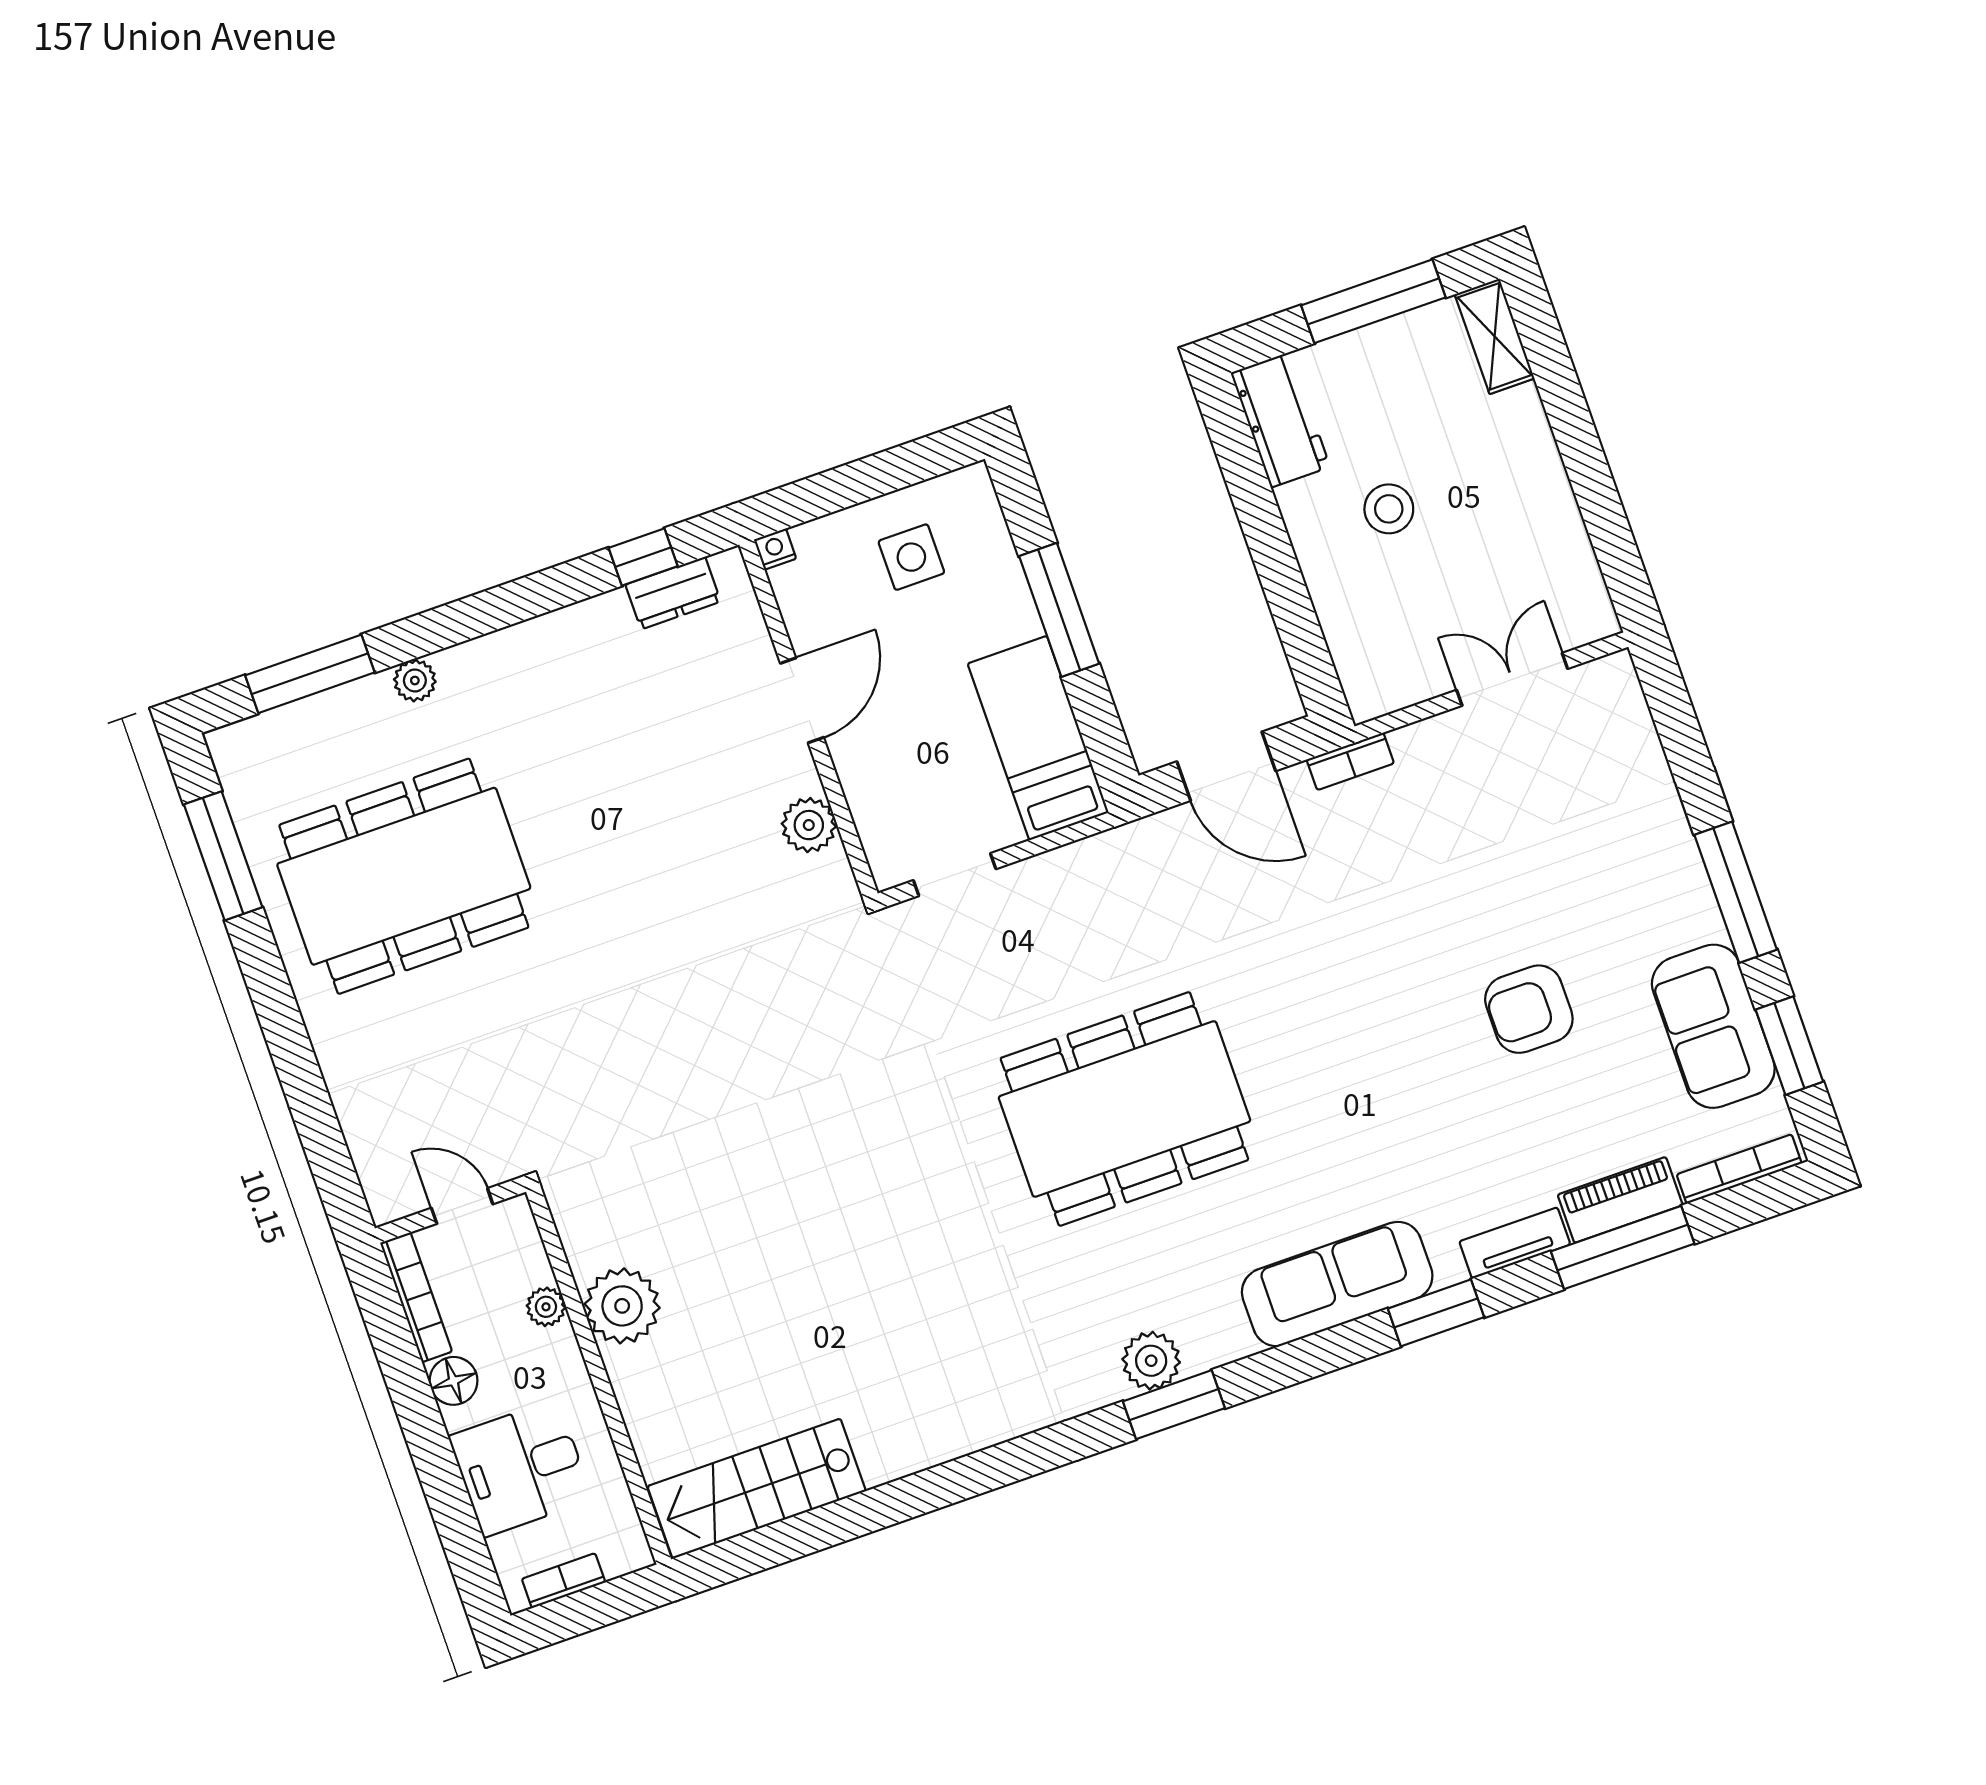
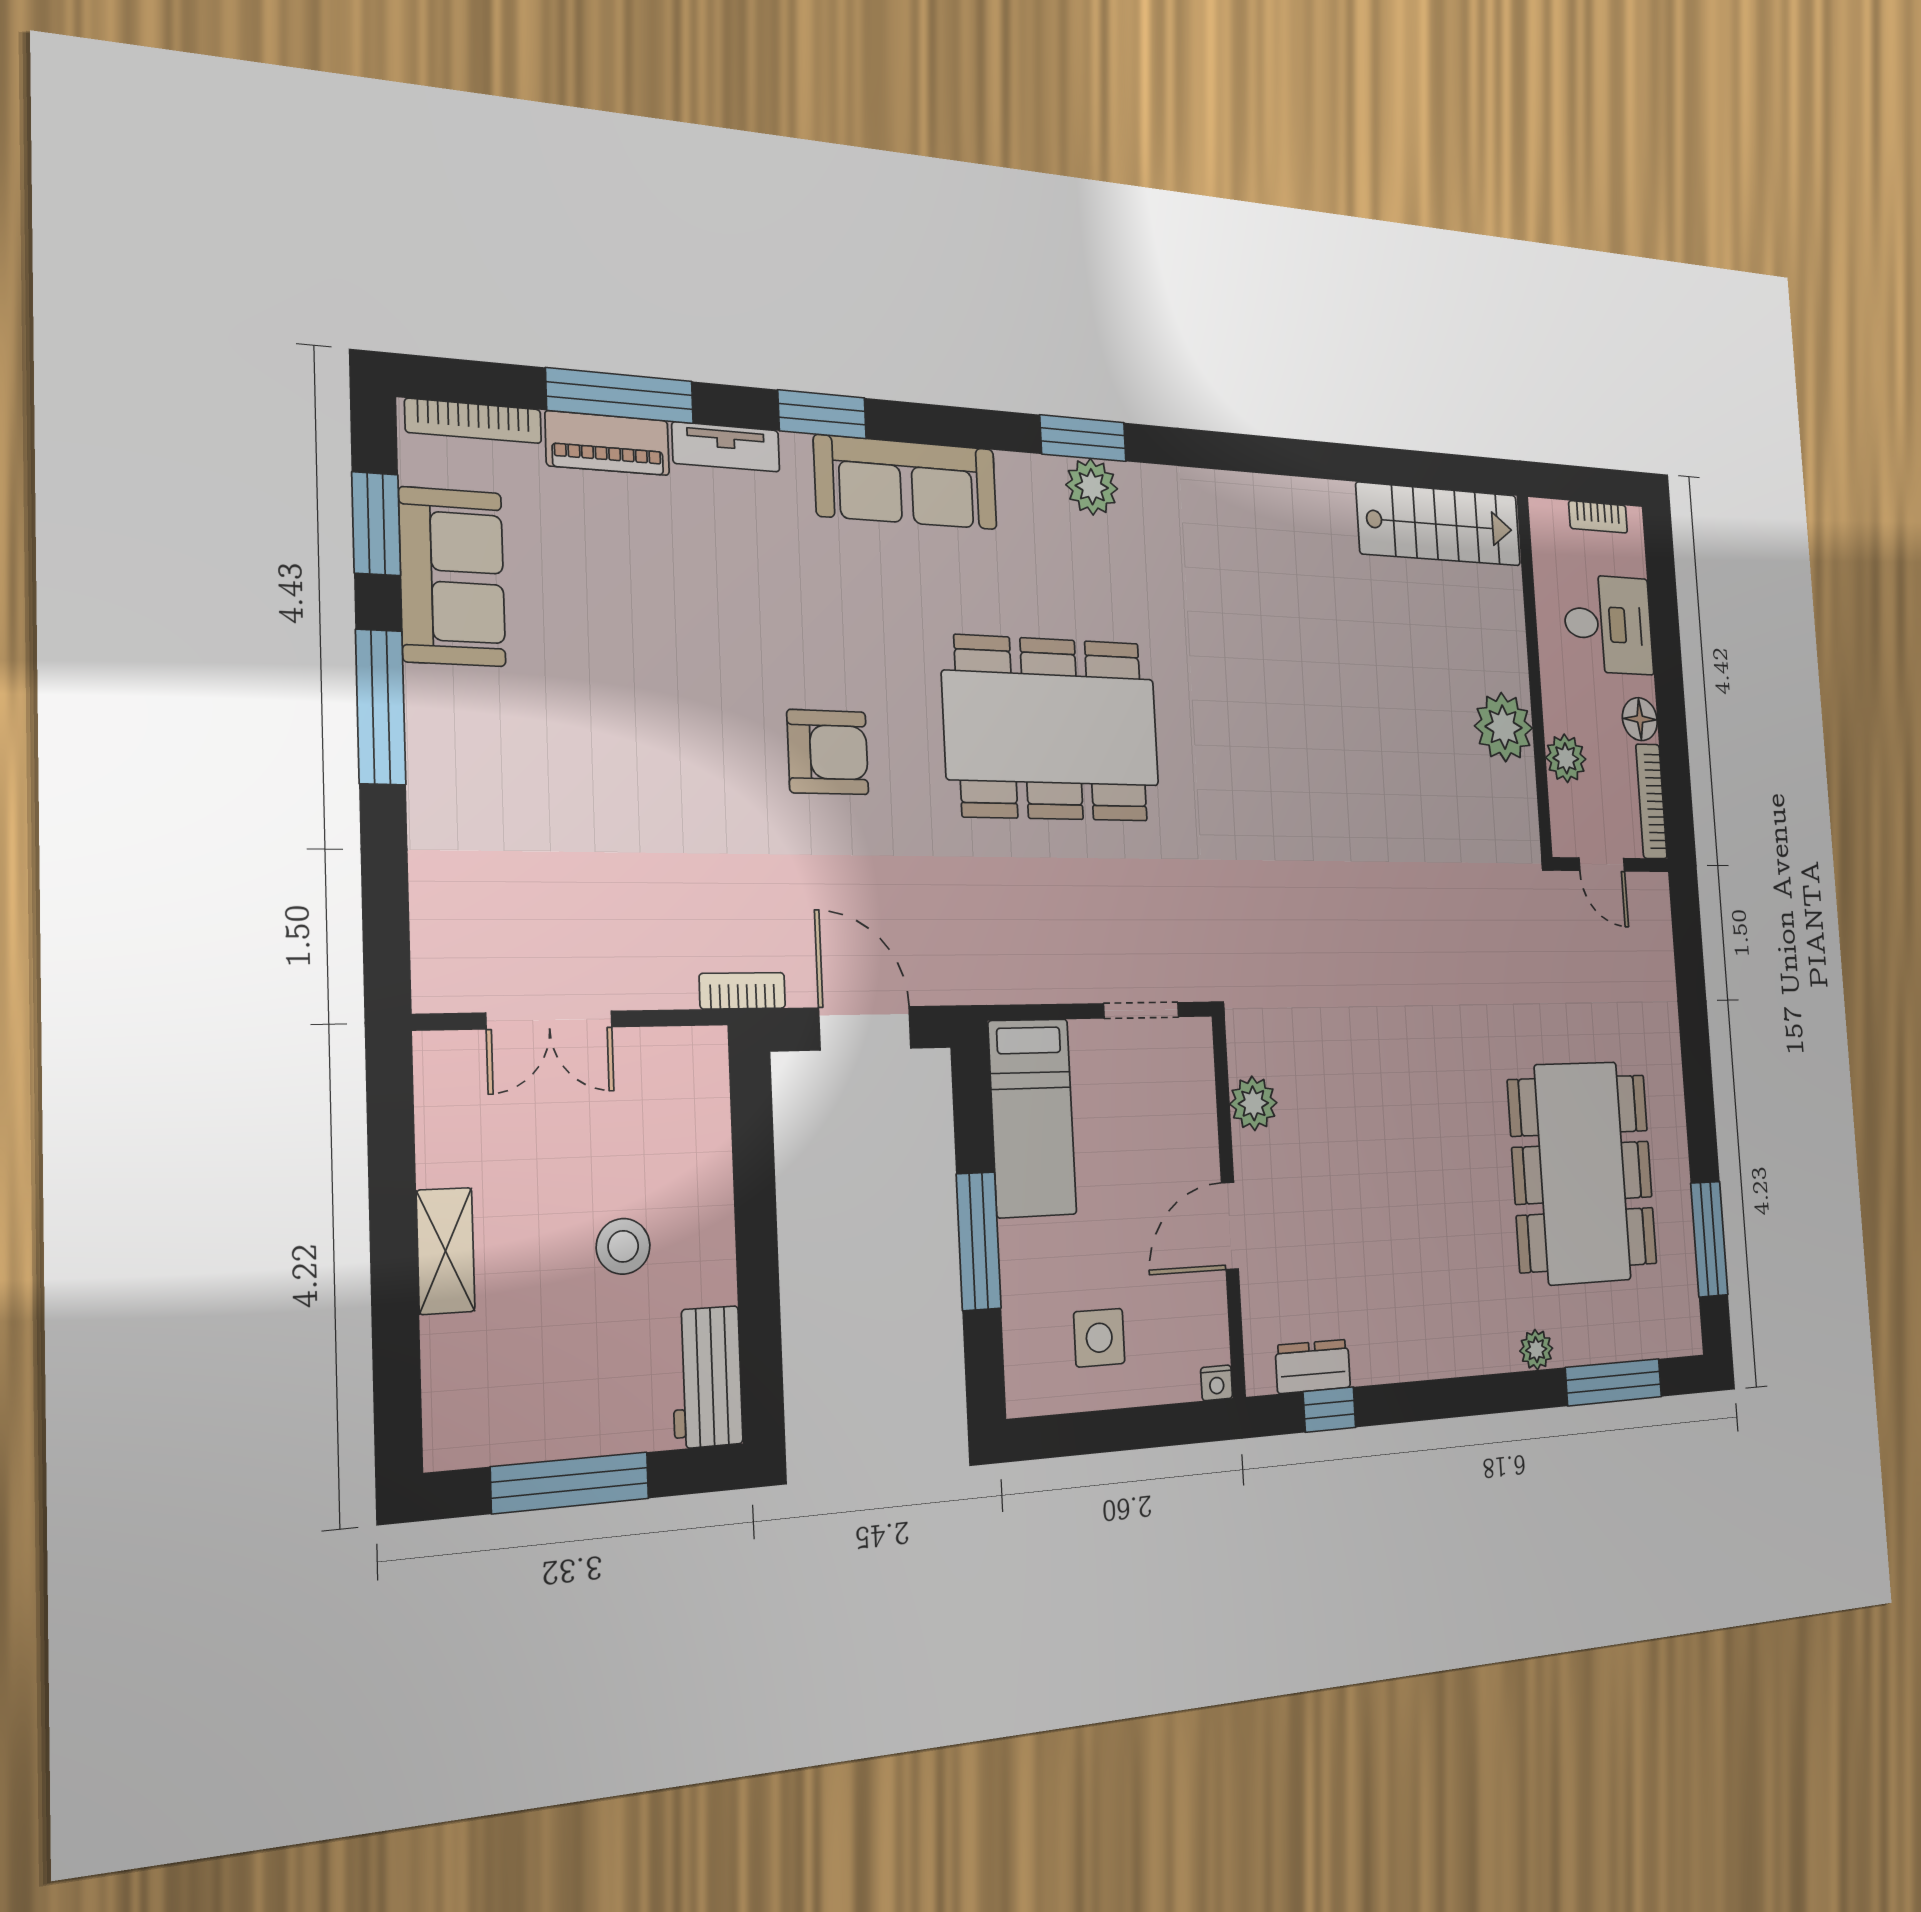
shelving: (1495, 336) -> (446, 1251), moved
dining table: (404, 876) -> (1583, 1173), turned 90
armchair: (1529, 1009) -> (828, 752), moved
plant: (546, 1307) -> (1566, 758), width x1.38, depth x1.38

